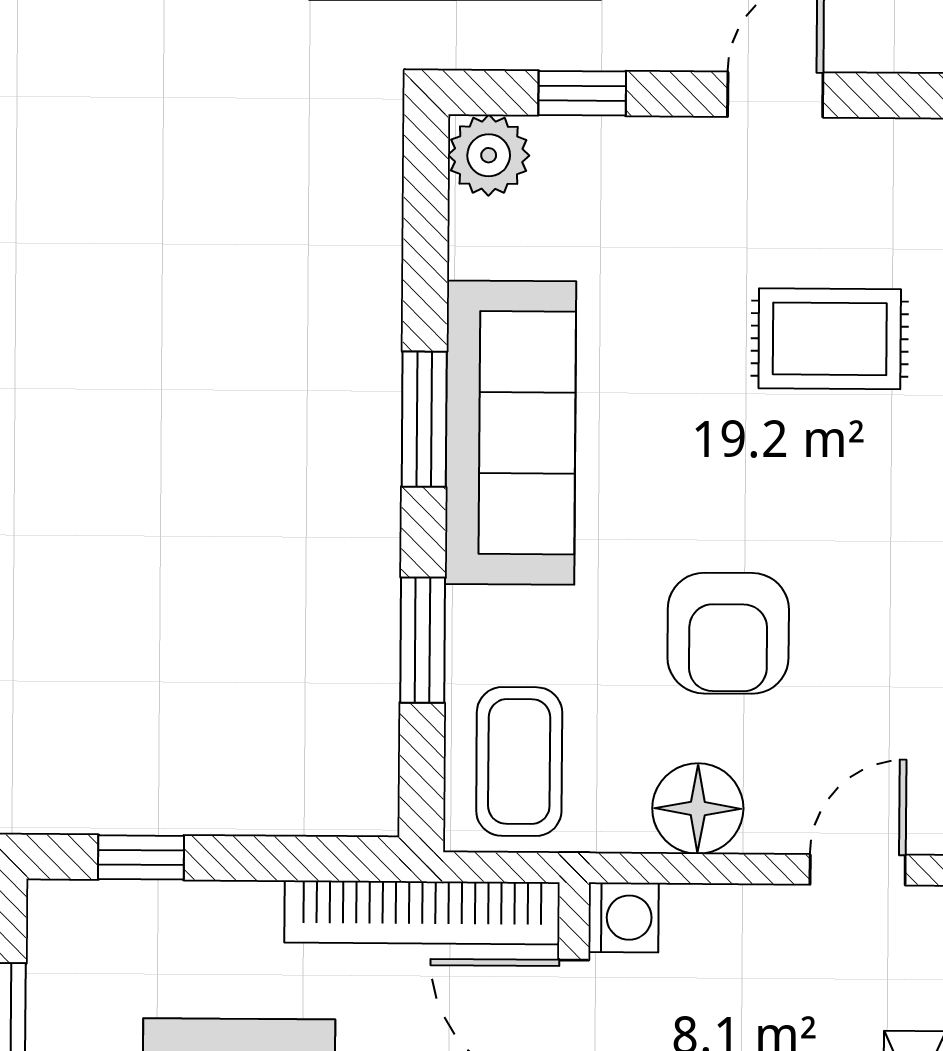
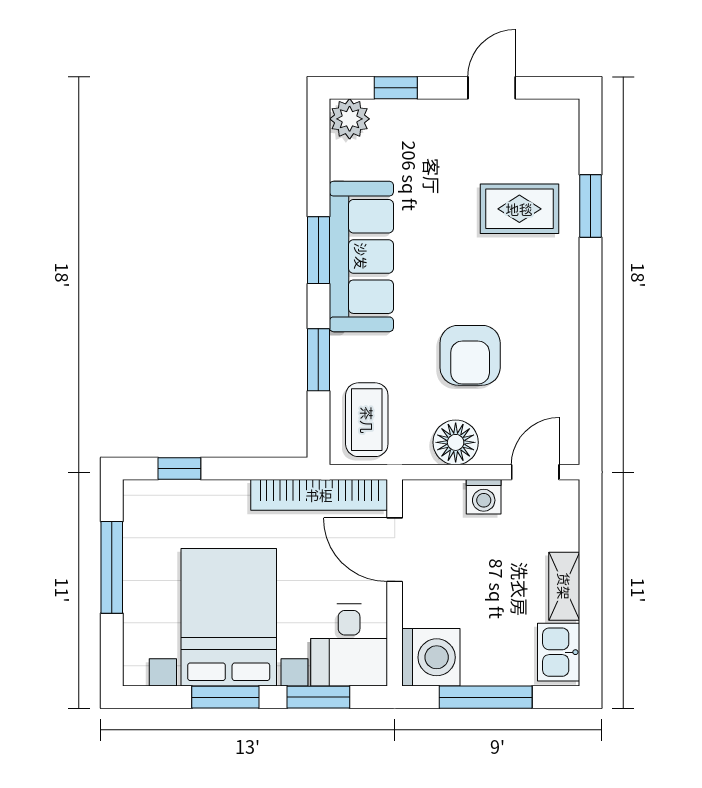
washing machine: (624, 918) -> (484, 497), moved, turned 90

